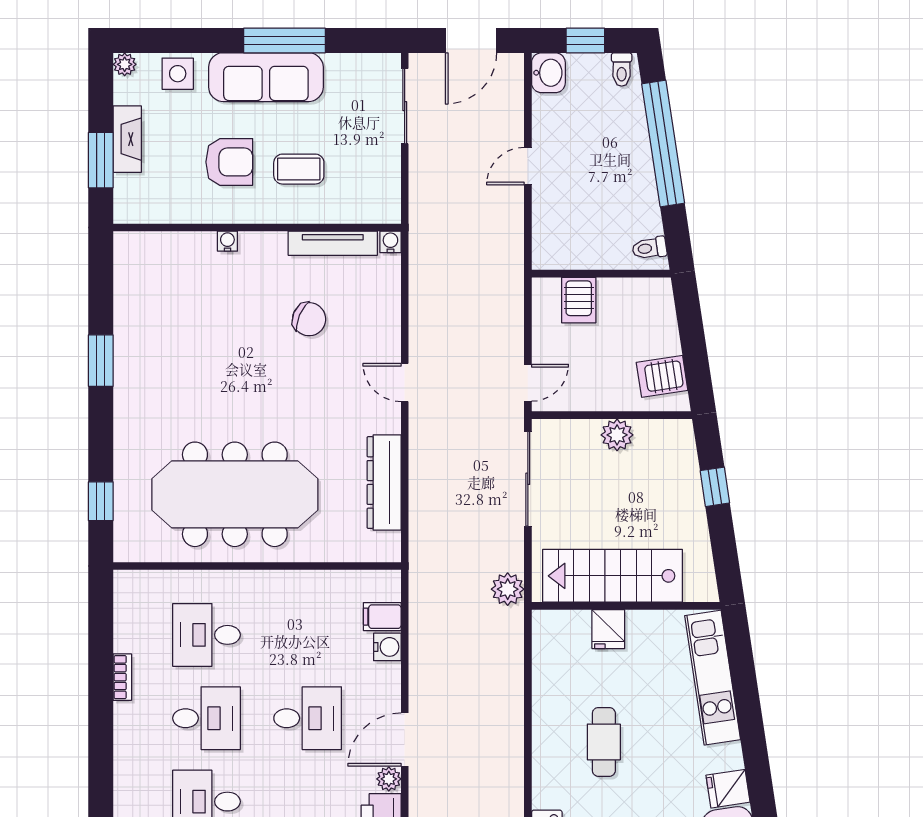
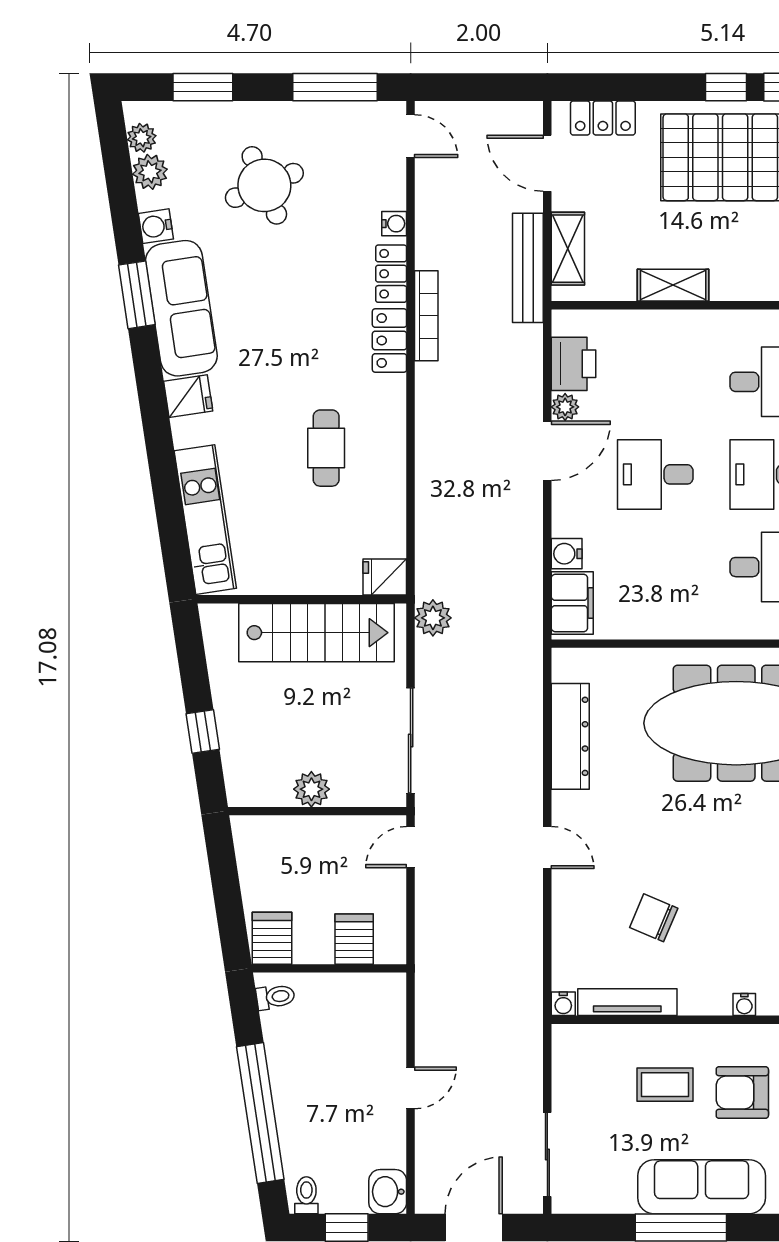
server rack: (662, 376) -> (272, 938), moved, turned -81
filing cabinet: (382, 617) -> (572, 603), width x2.00
fridge: (608, 629) -> (385, 577), moved, turned -90

